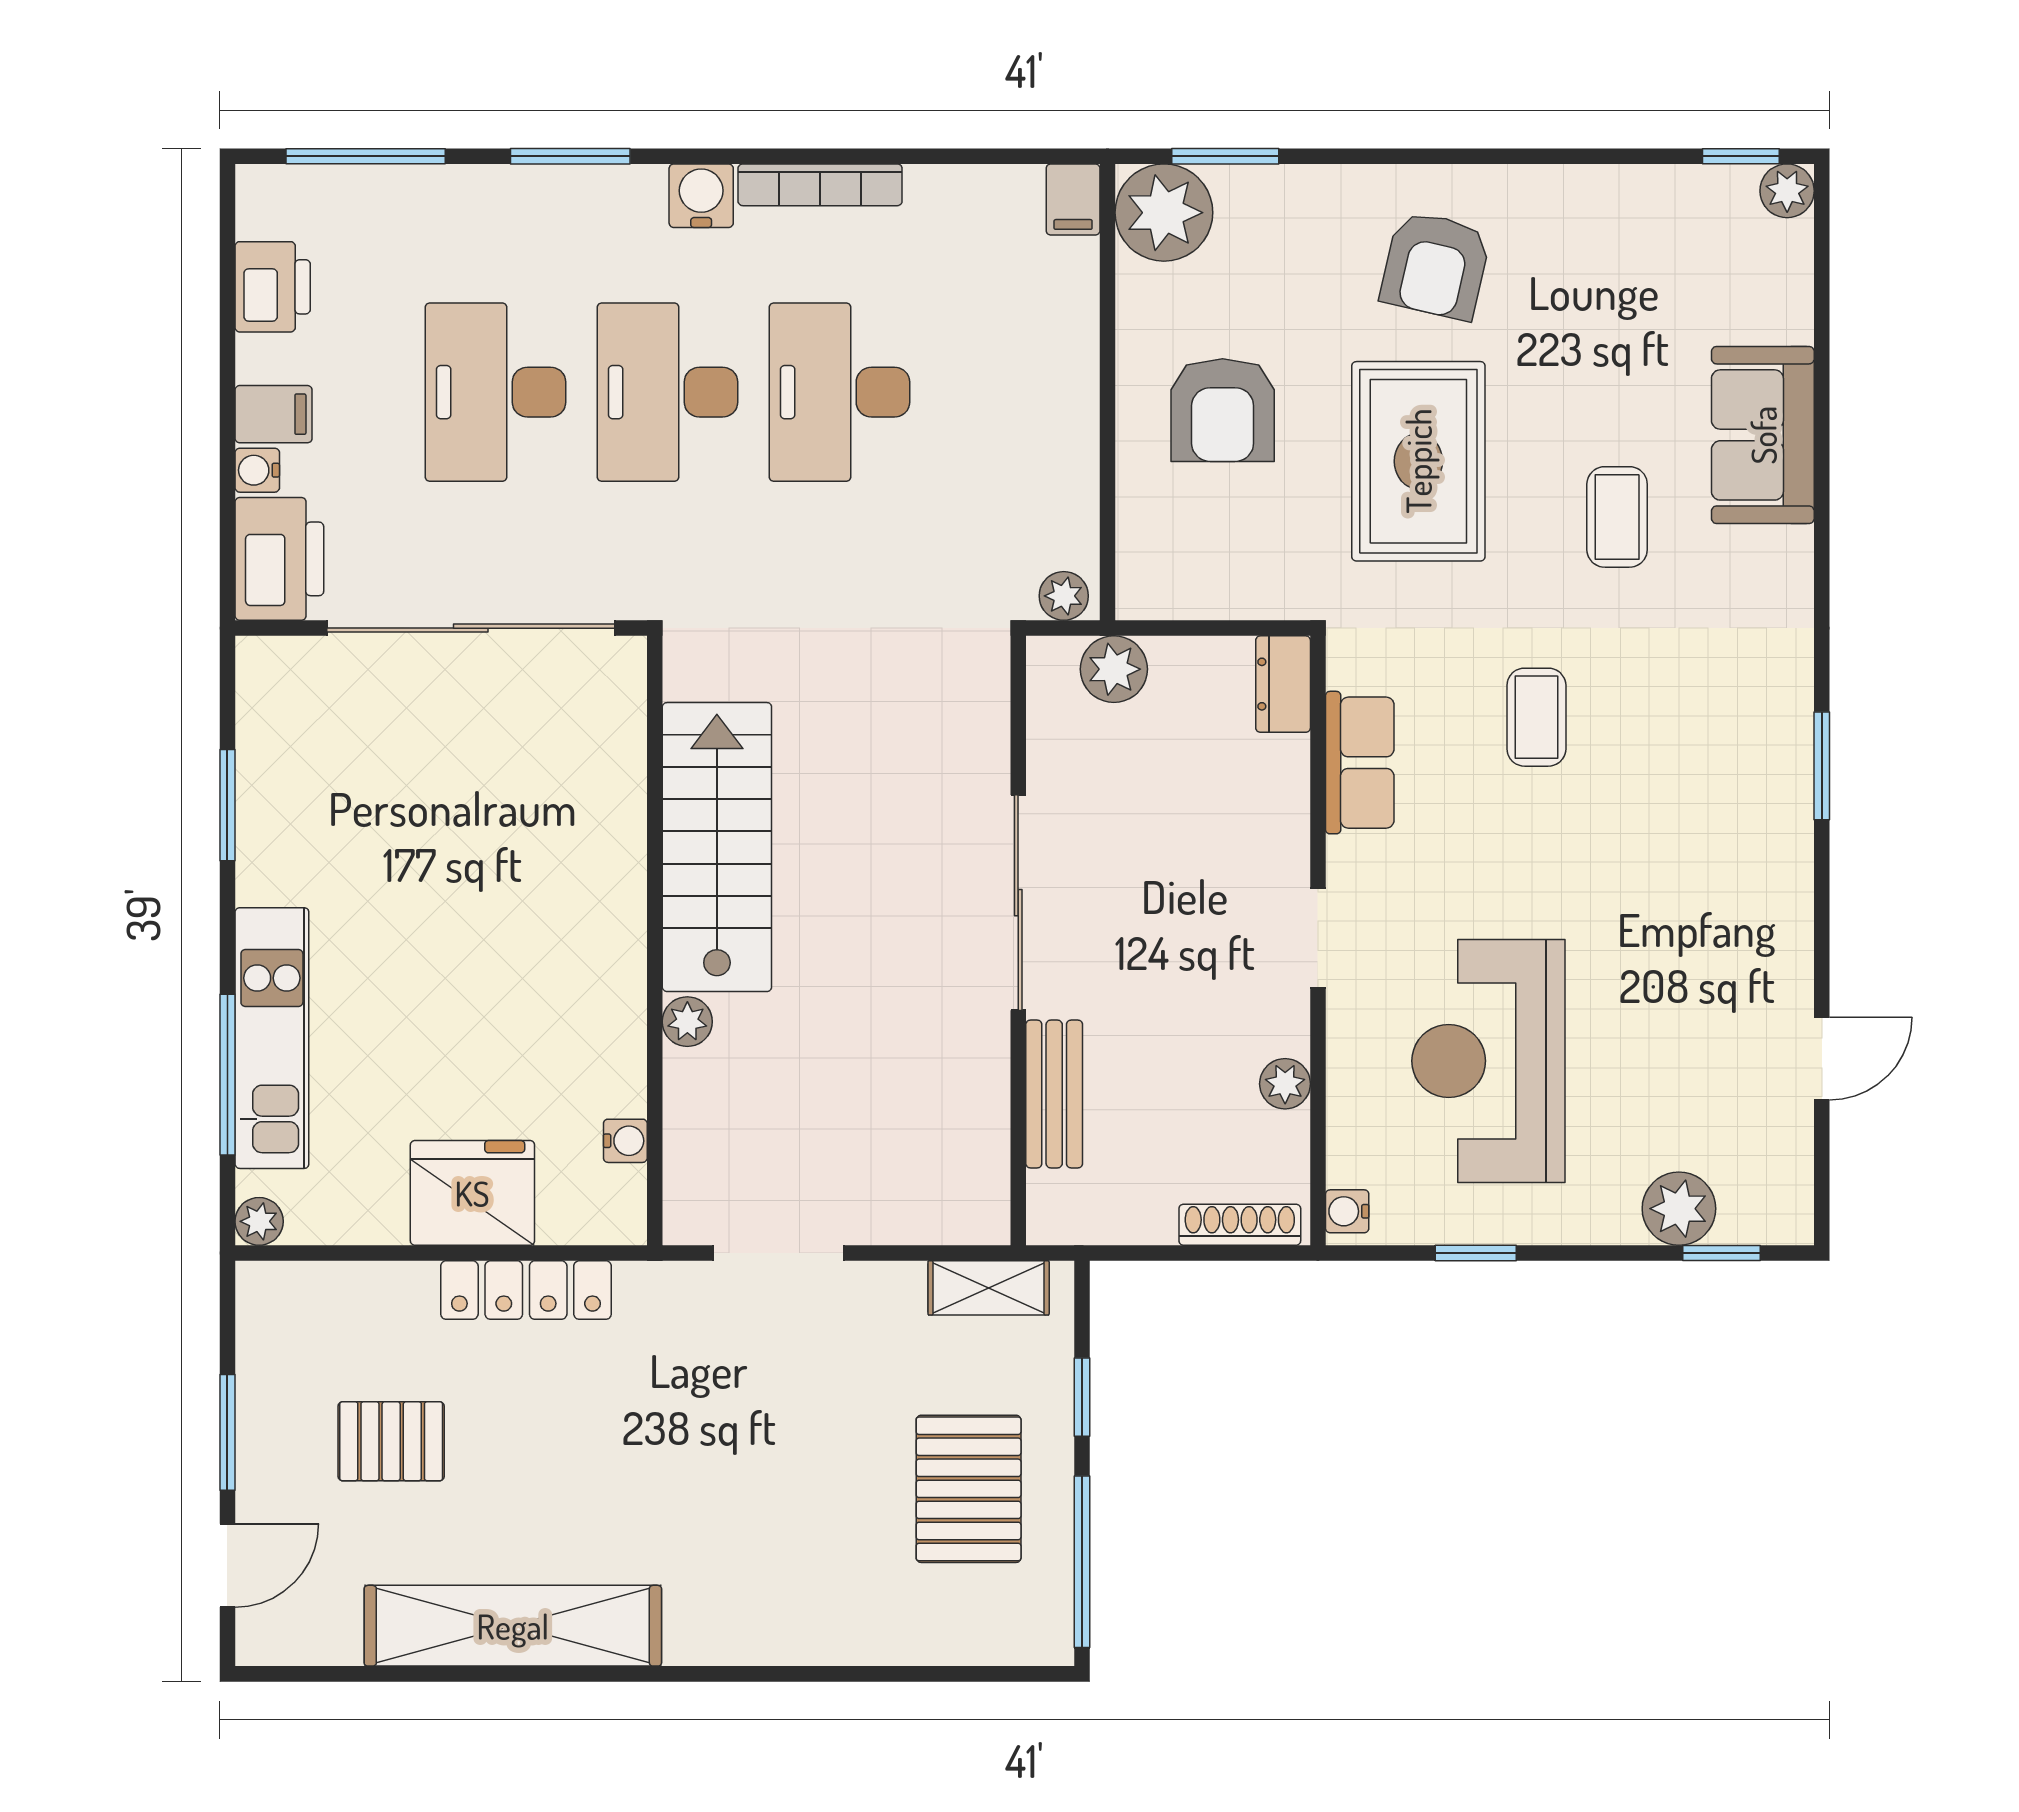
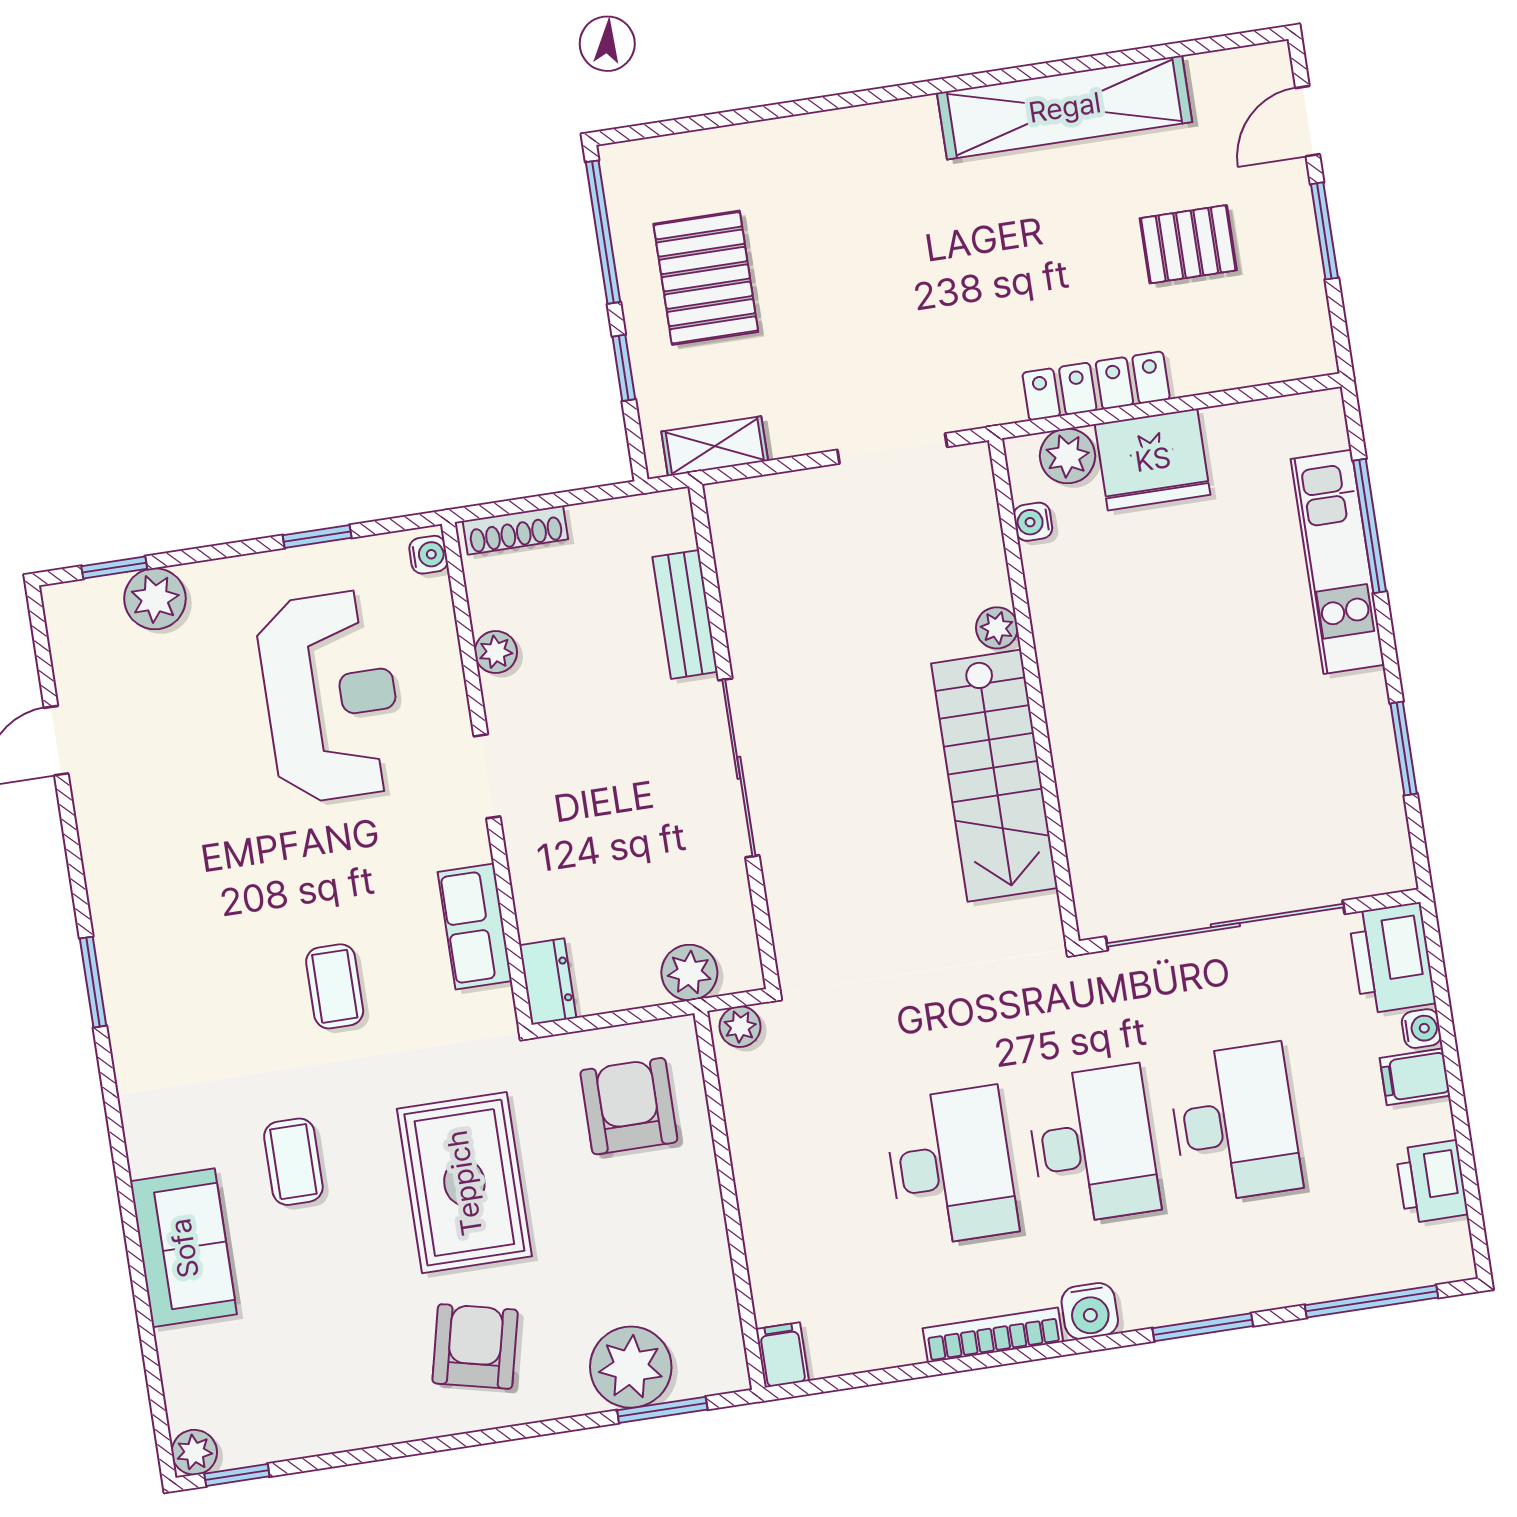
plant: (1164, 213) -> (631, 1367), moved
armchair: (1223, 410) -> (629, 1106), moved
plant: (259, 1221) -> (1067, 456), moved, width x1.38, depth x1.38

